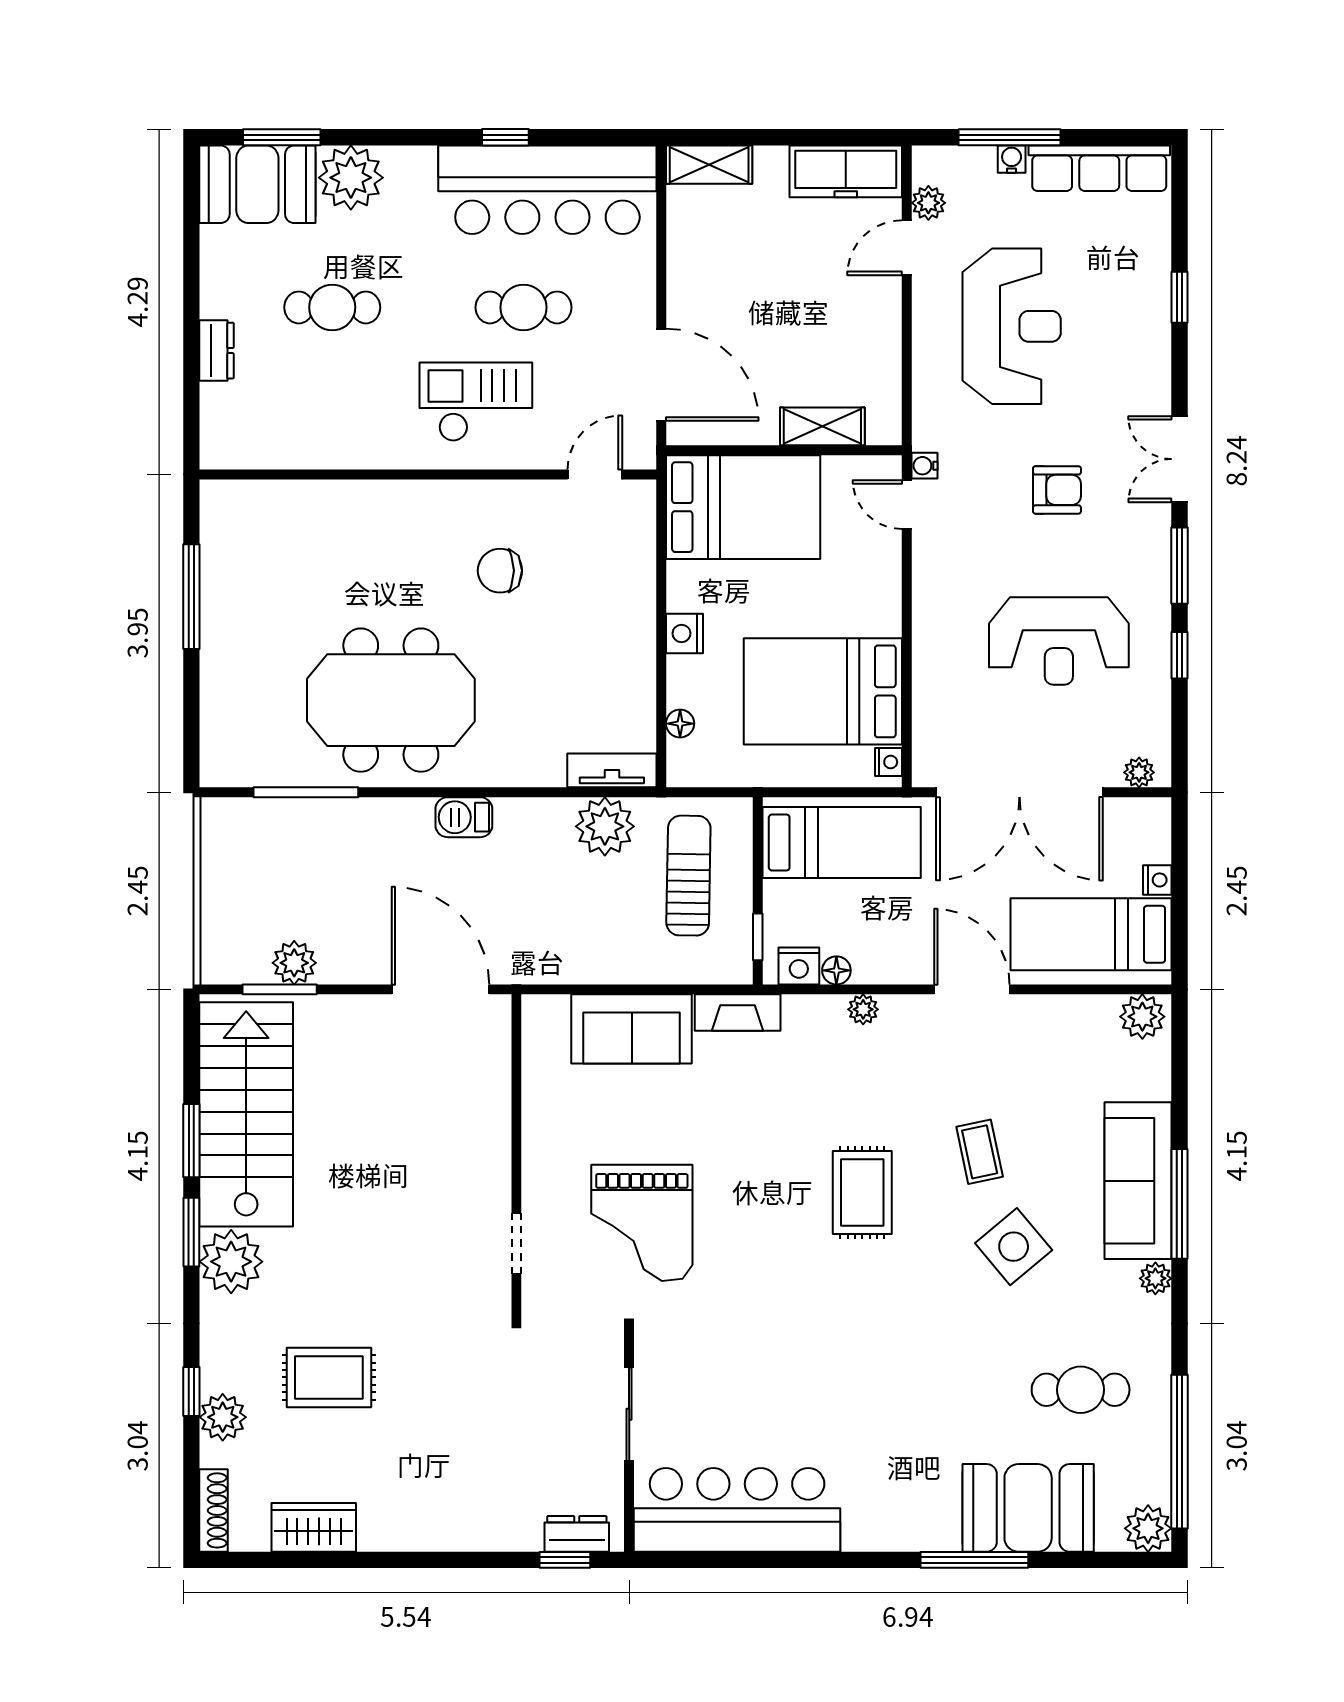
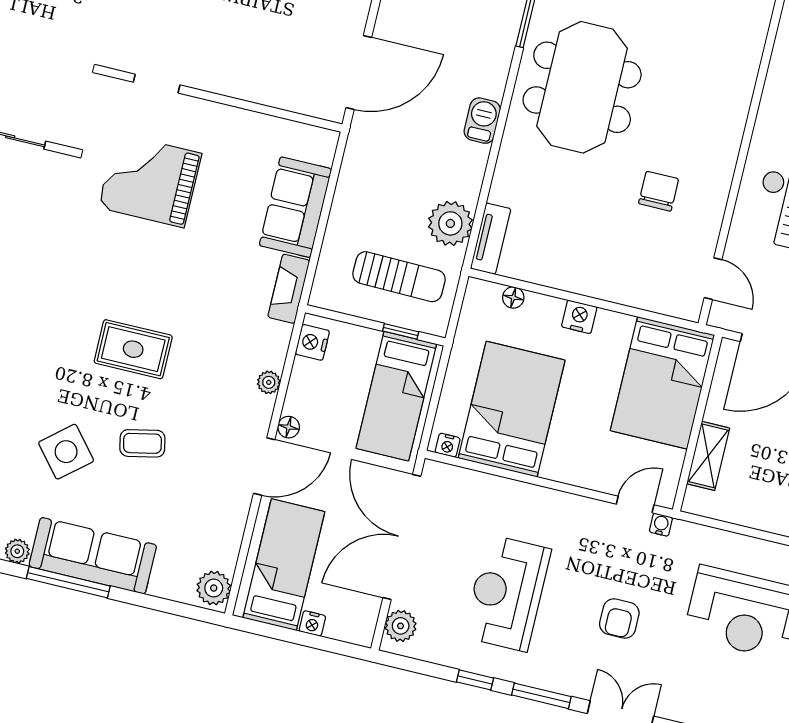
plant: (1139, 772) -> (401, 626), width x1.38, depth x1.38
window: (758, 937) -> (401, 331), moved
floor lamp: (836, 970) -> (289, 427), moved

